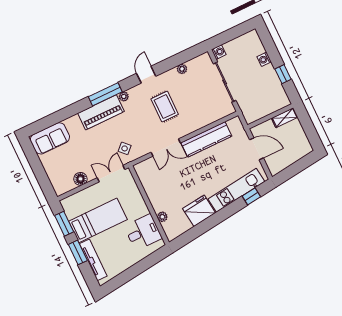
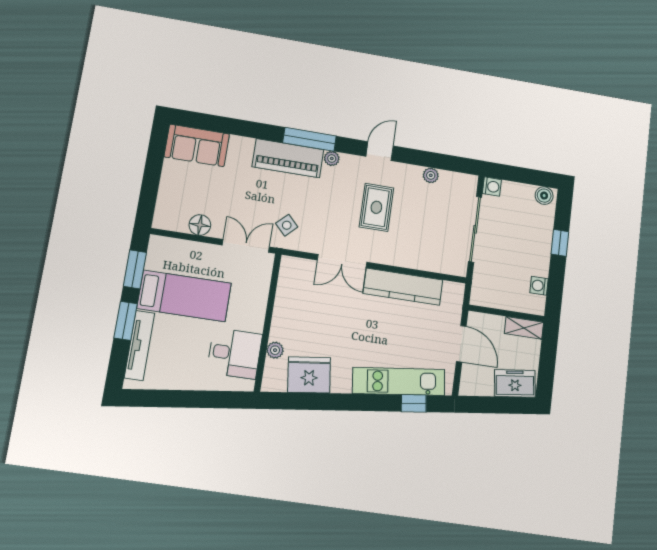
boiler: (250, 37) -> (544, 196), added
washing machine: (264, 59) -> (539, 286), moved
window: (283, 74) -> (560, 243), moved
freezer: (298, 151) -> (515, 383), added
fridge: (199, 211) -> (309, 375), moved

